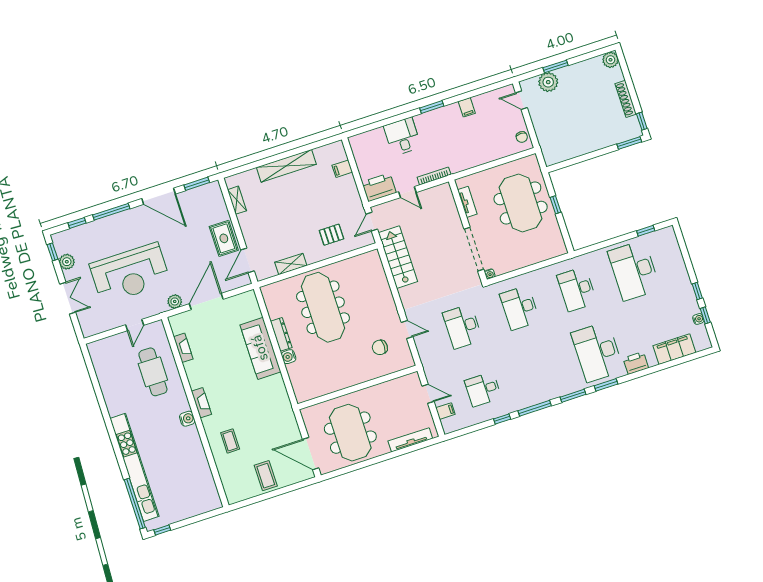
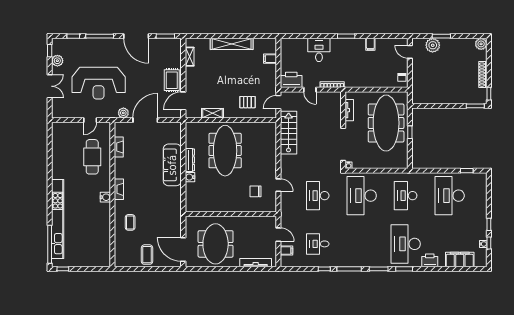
meeting table: (521, 203) -> (386, 123), width x1.36
desk: (520, 308) -> (362, 196), width x1.36, depth x1.30

